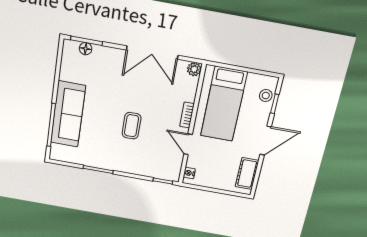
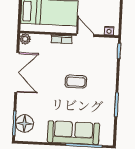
floor lamp: (86, 49) -> (24, 123), width x1.89, depth x1.89
door: (188, 144) -> (85, 35), swing flipped

